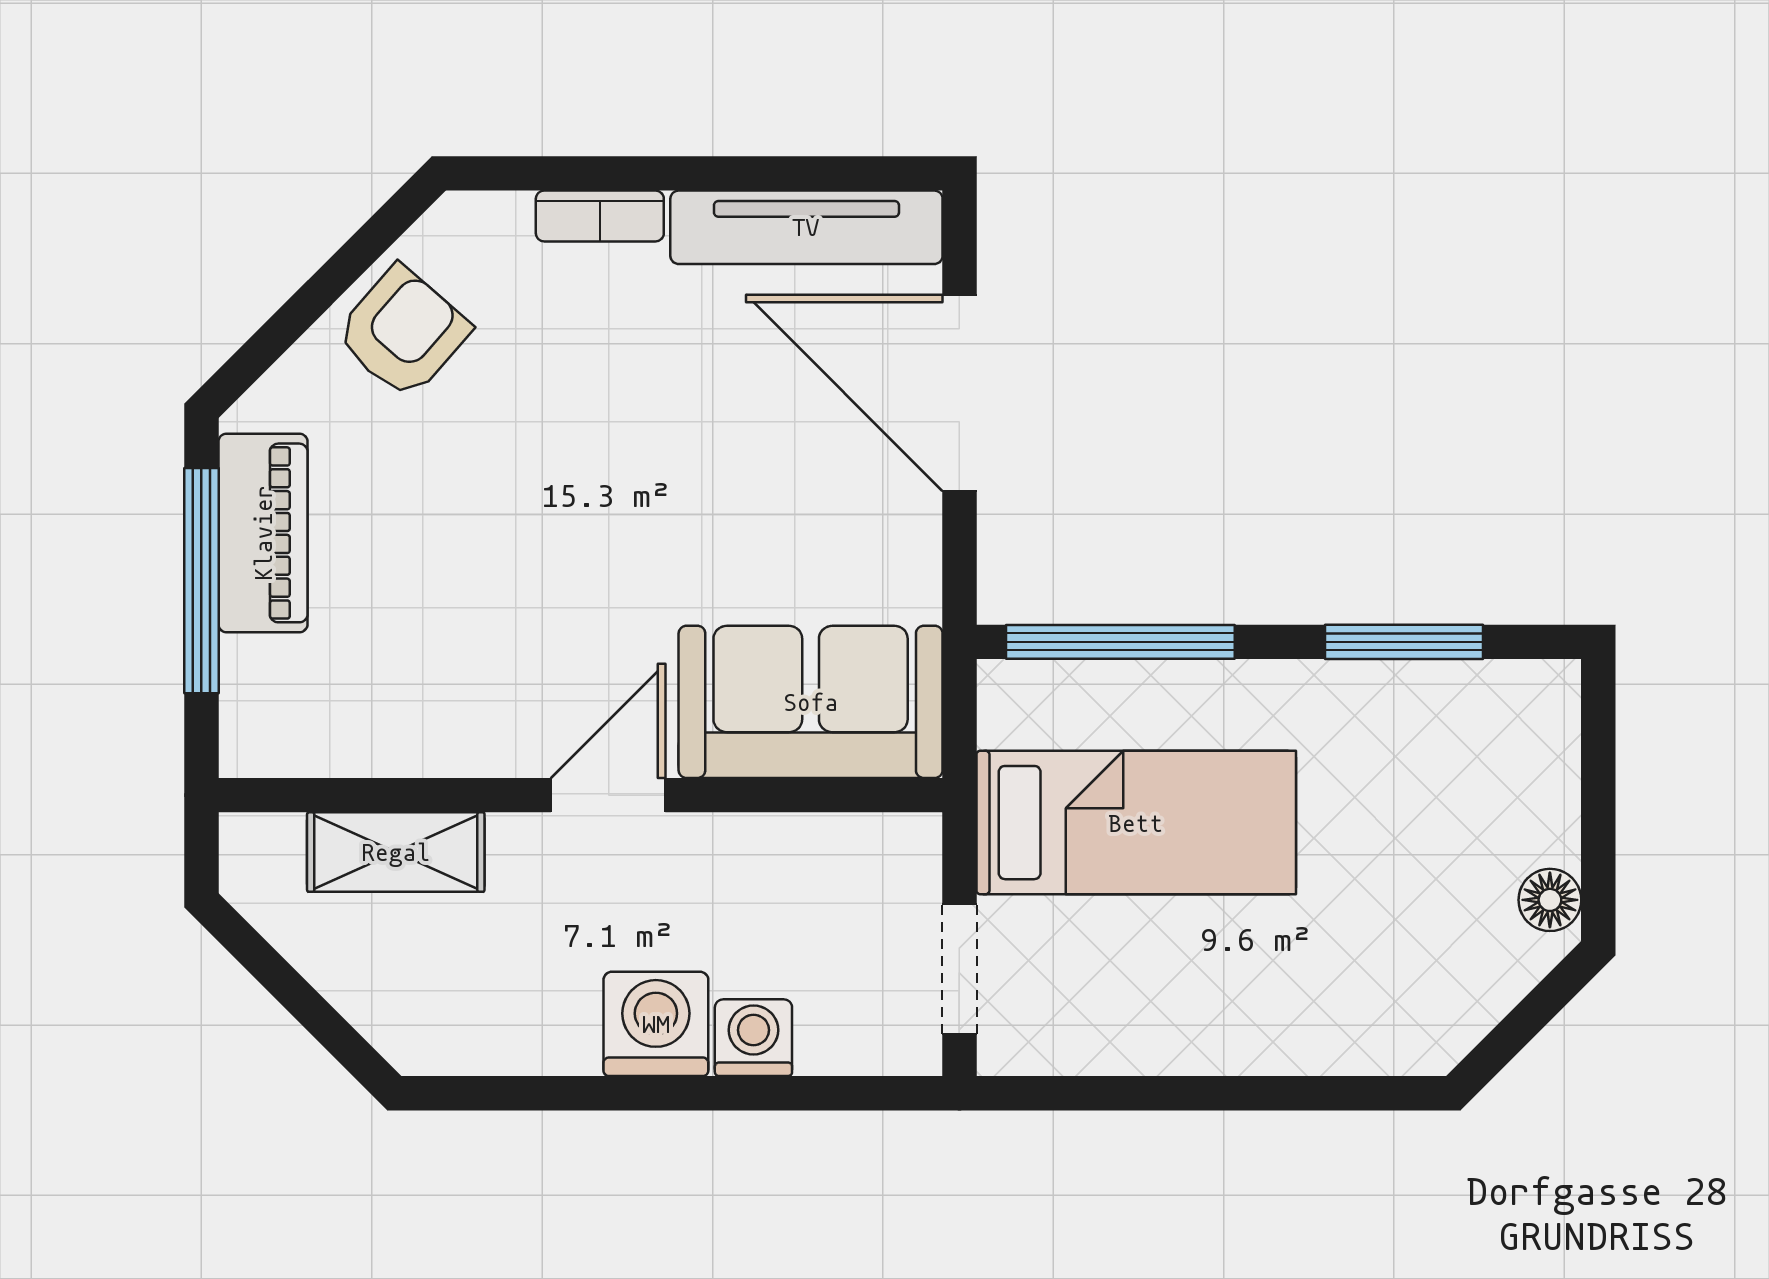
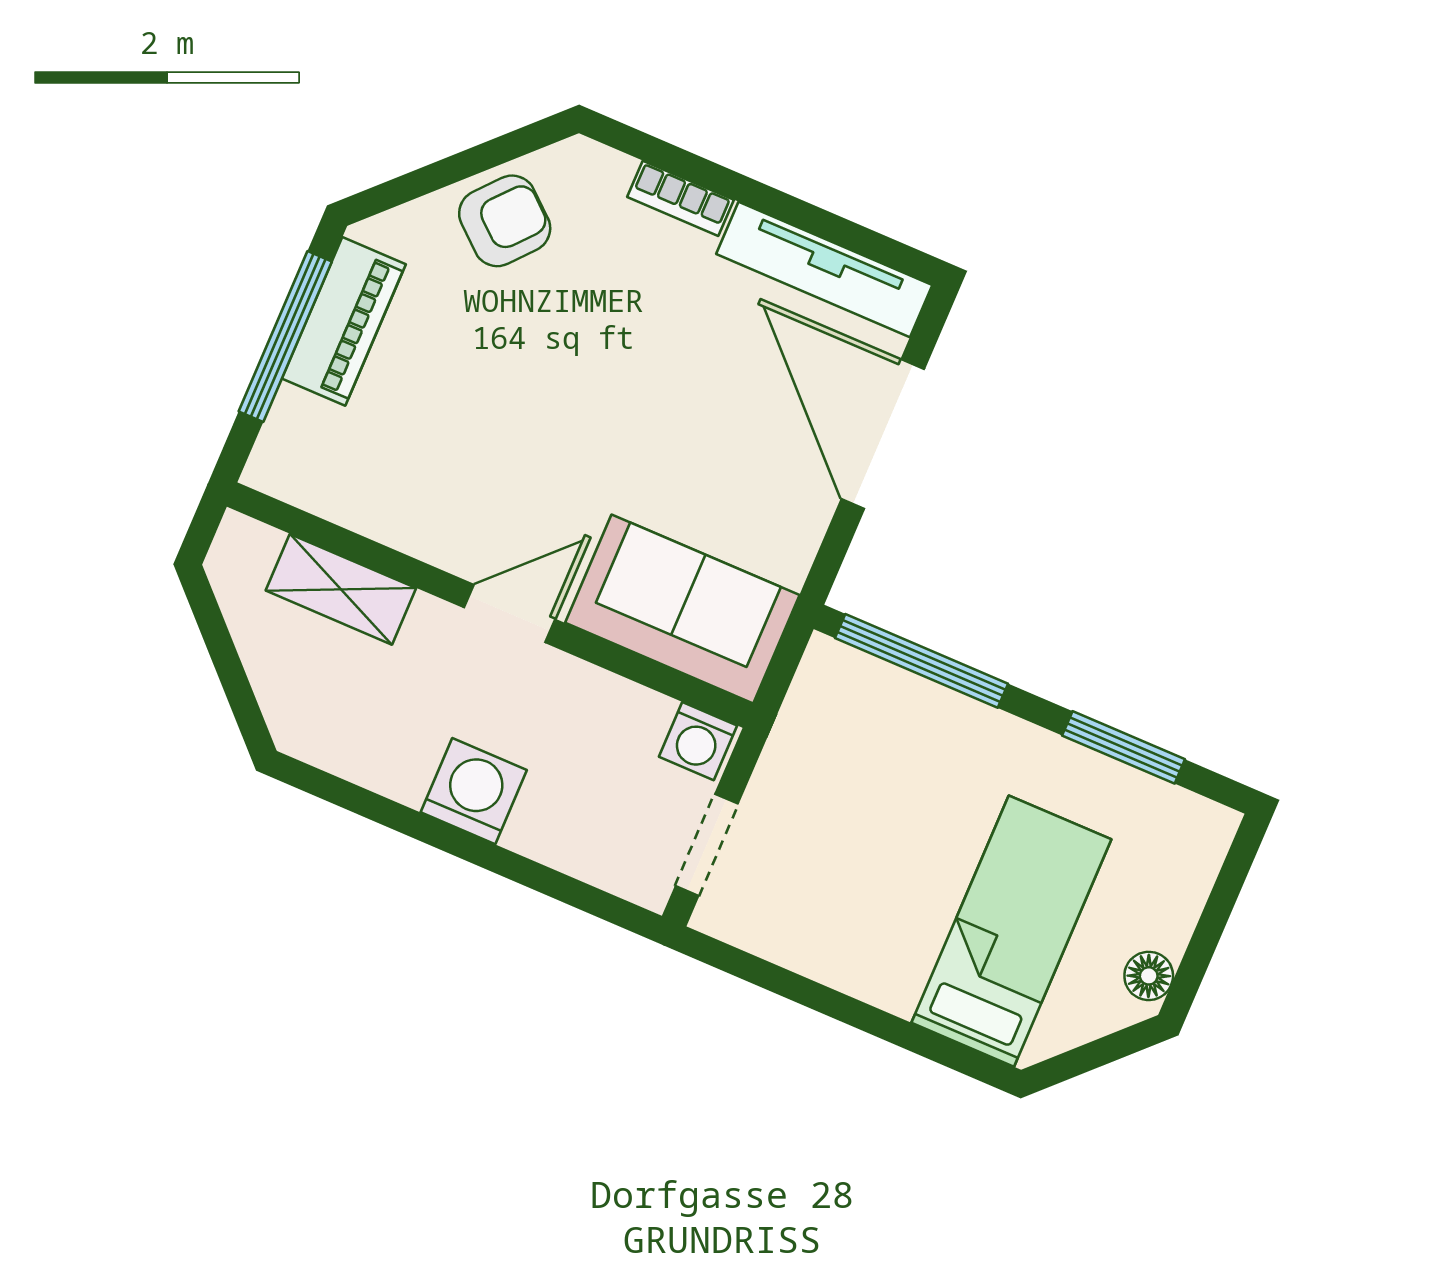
bed: (1136, 823) -> (1011, 931), moved, turned -90
washing machine: (753, 1038) -> (698, 741), moved, turned 180

